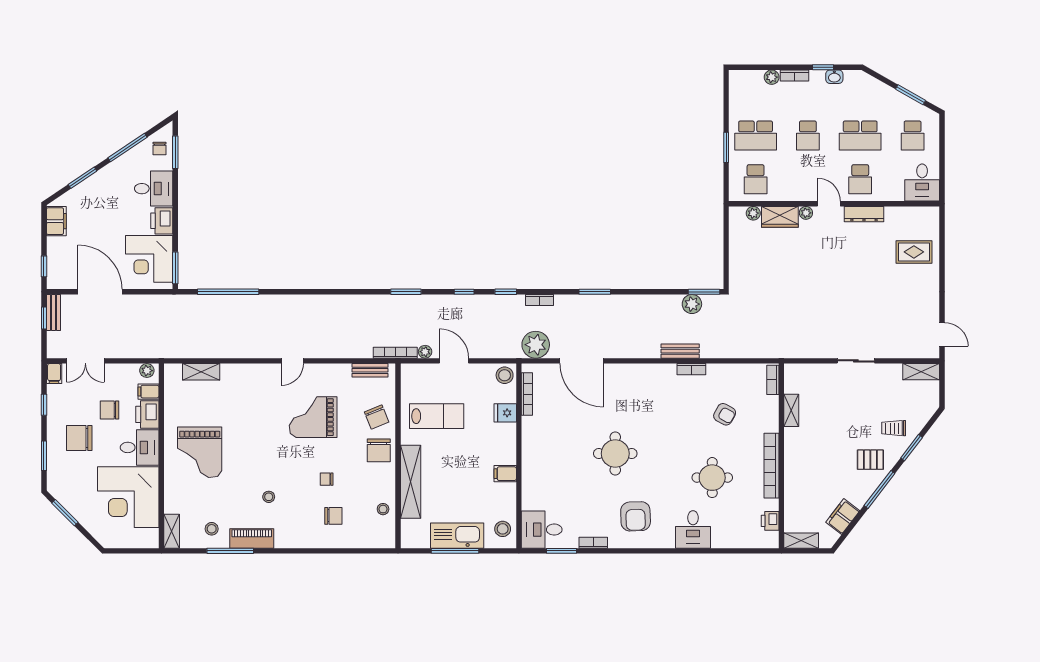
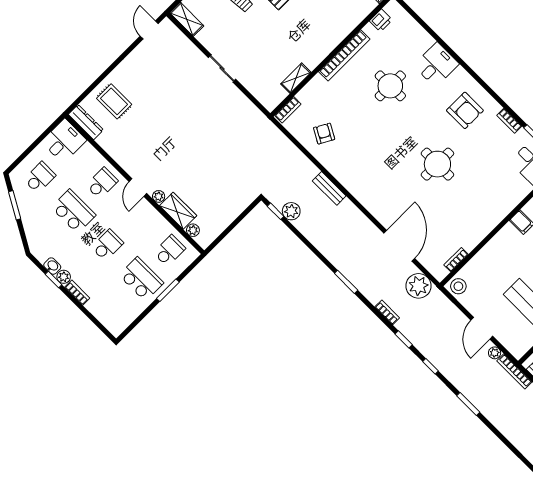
plant: (772, 77) -> (64, 277), moved
dresser: (864, 214) -> (86, 122), moved
window: (704, 292) -> (276, 211), width x0.67
bookcase: (691, 369) -> (334, 169), removed
bookcase: (527, 394) -> (456, 260), width x0.64
fridge: (505, 413) -> (482, 261), removed
armchair: (725, 414) -> (324, 134), moved
armchair: (636, 516) -> (465, 110), turned 92

